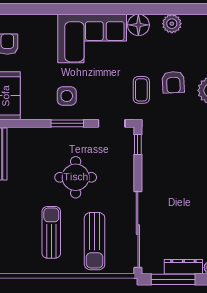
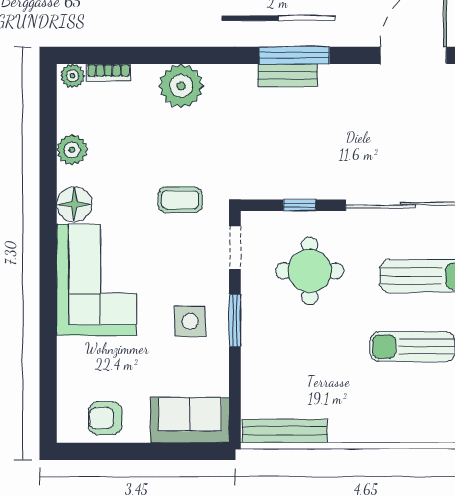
armchair: (173, 82) -> (168, 148), removed
window: (138, 144) -> (300, 205), moved
round table: (76, 177) -> (310, 271), moved

